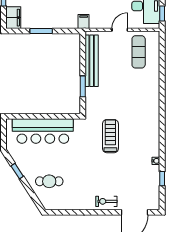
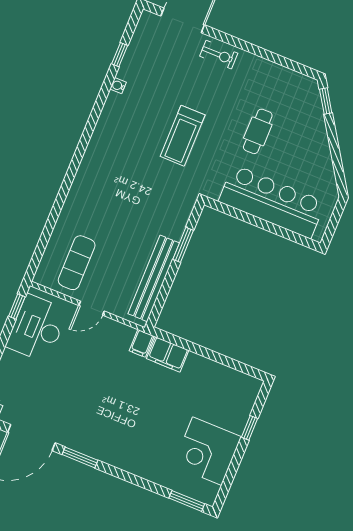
filing cabinet: (13, 18) -> (168, 354), moved, turned -90
window: (41, 31) -> (212, 355), removed
treadmill: (110, 136) -> (183, 136), moved
window: (17, 171) -> (326, 101), moved
cafe table: (49, 181) -> (258, 131), moved, turned 90

